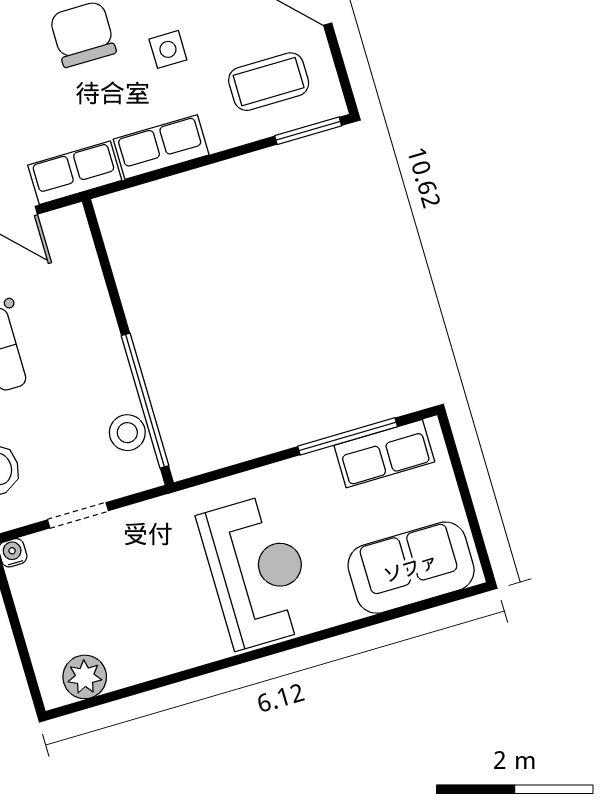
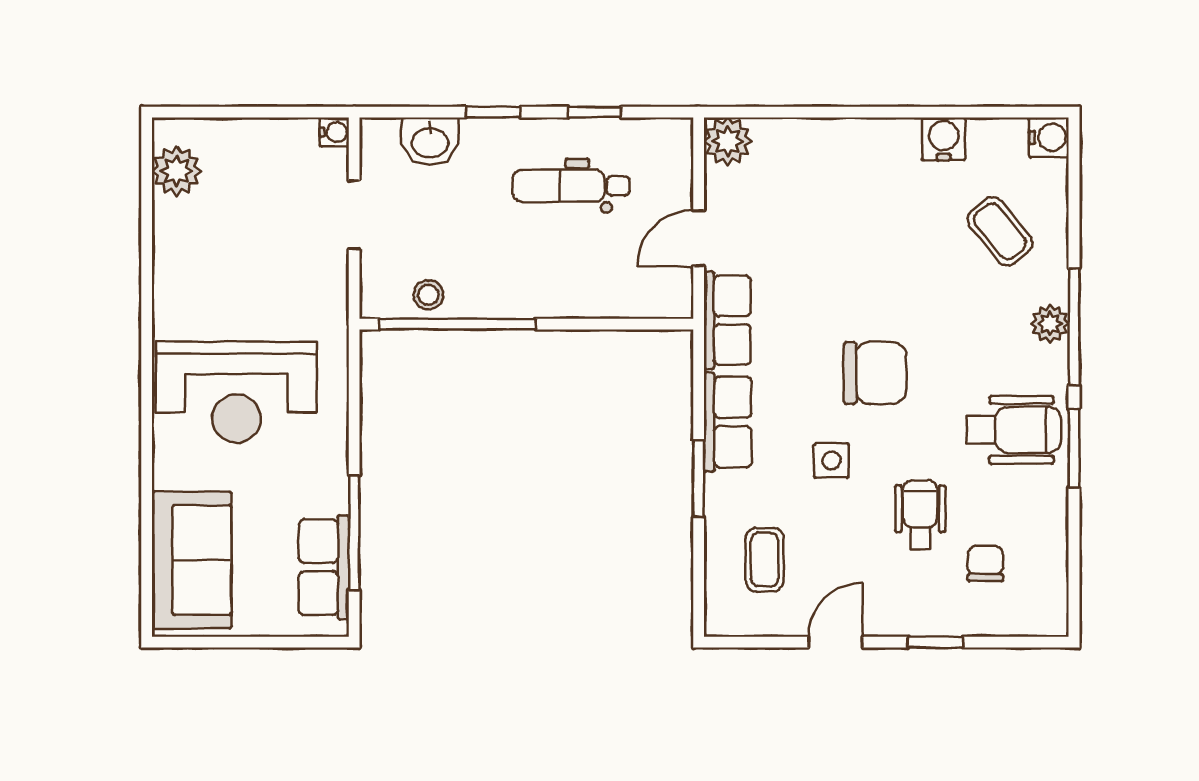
coffee table: (269, 82) -> (765, 560), width x0.73, depth x0.77
window: (308, 131) -> (699, 479), moved
stool: (127, 433) -> (428, 295), width x0.73, depth x0.73

